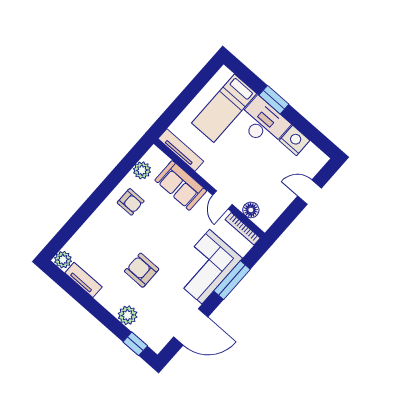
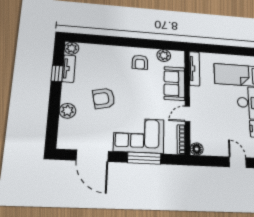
floor lamp: (251, 210) -> (197, 149), moved
armchair: (142, 270) -> (104, 98), turned -102
window: (135, 344) -> (57, 73), moved

